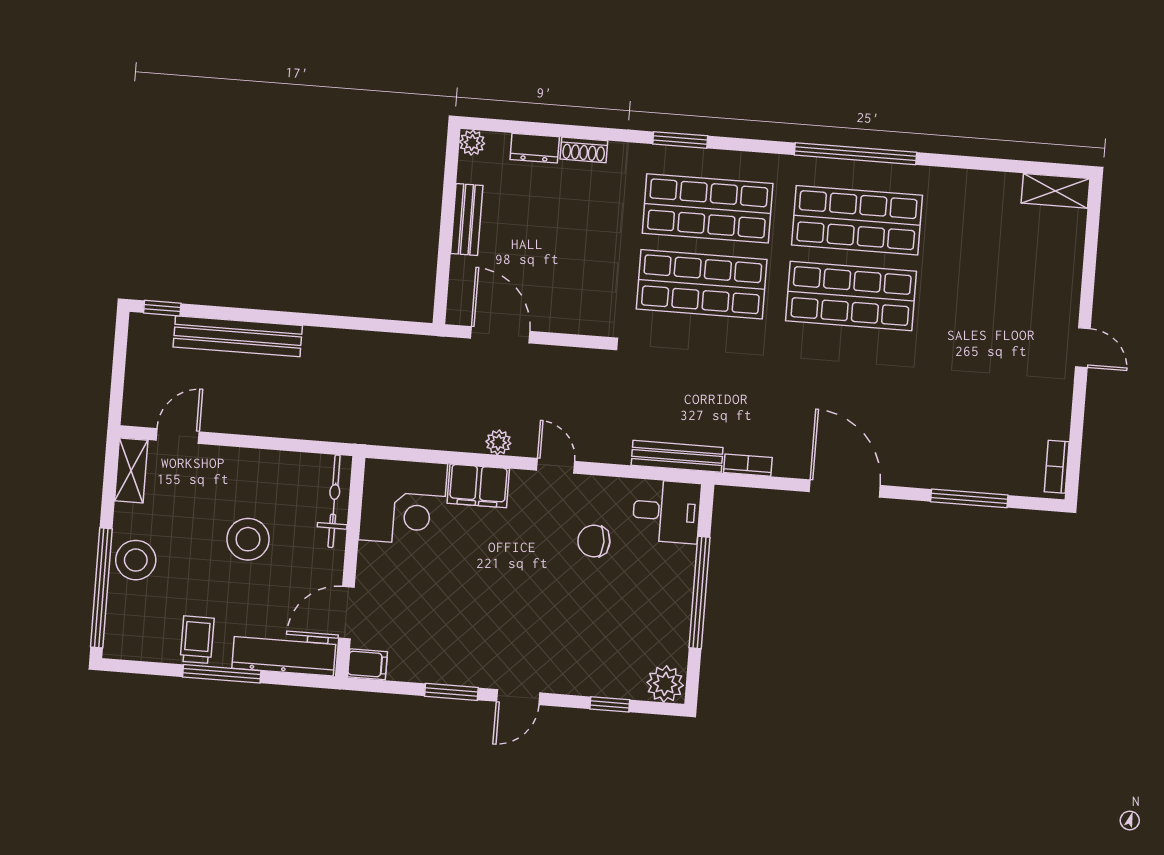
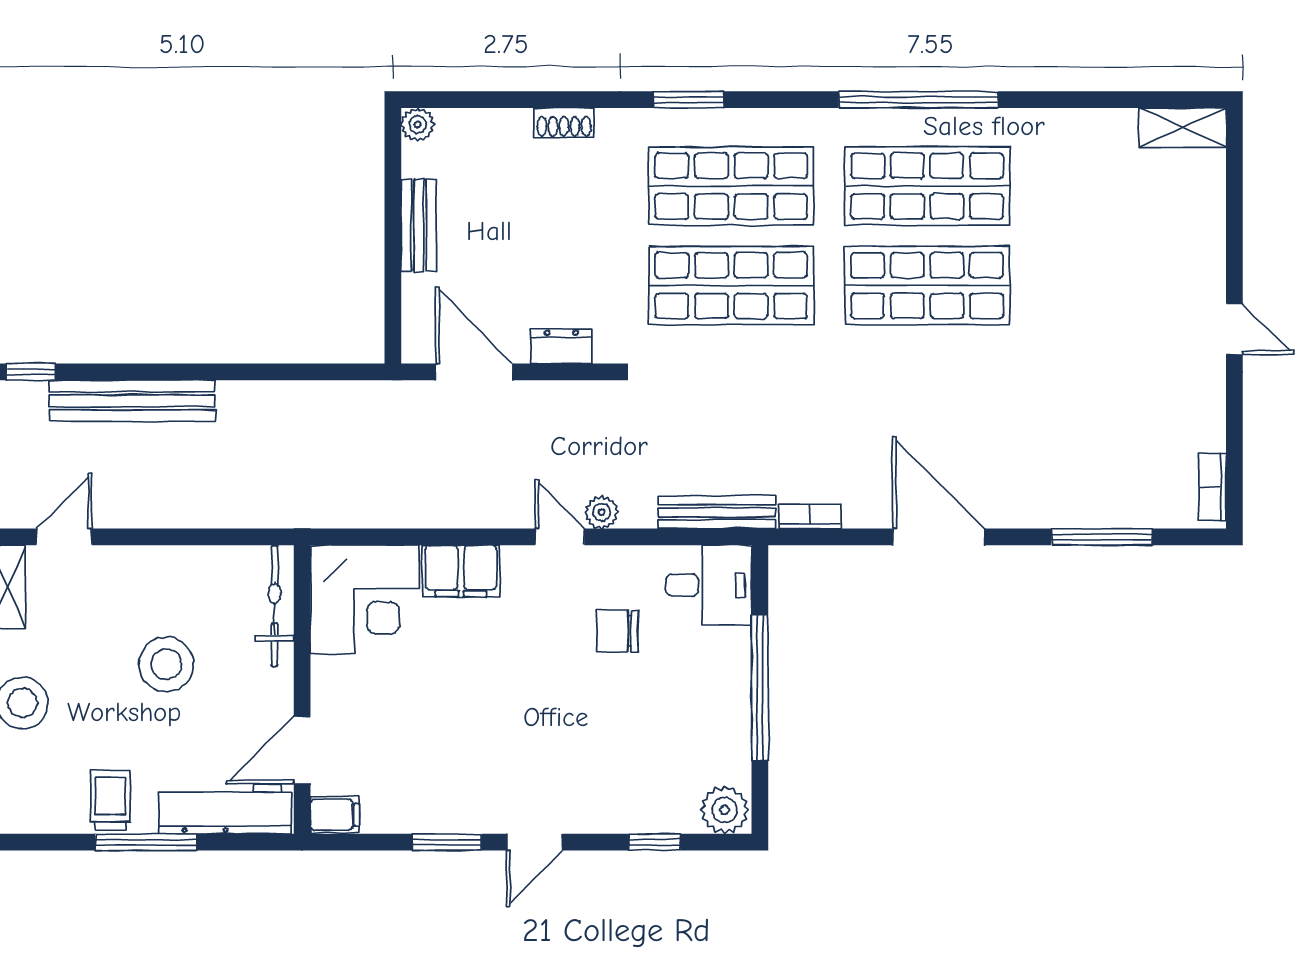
dresser: (535, 148) -> (561, 346), moved, turned 180
plant: (498, 442) -> (602, 512), moved

